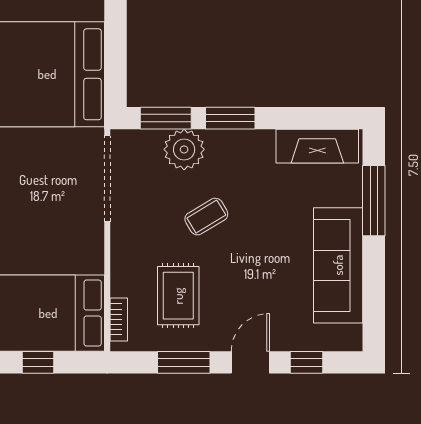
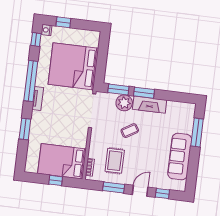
fireplace: (317, 146) -> (150, 105), moved

